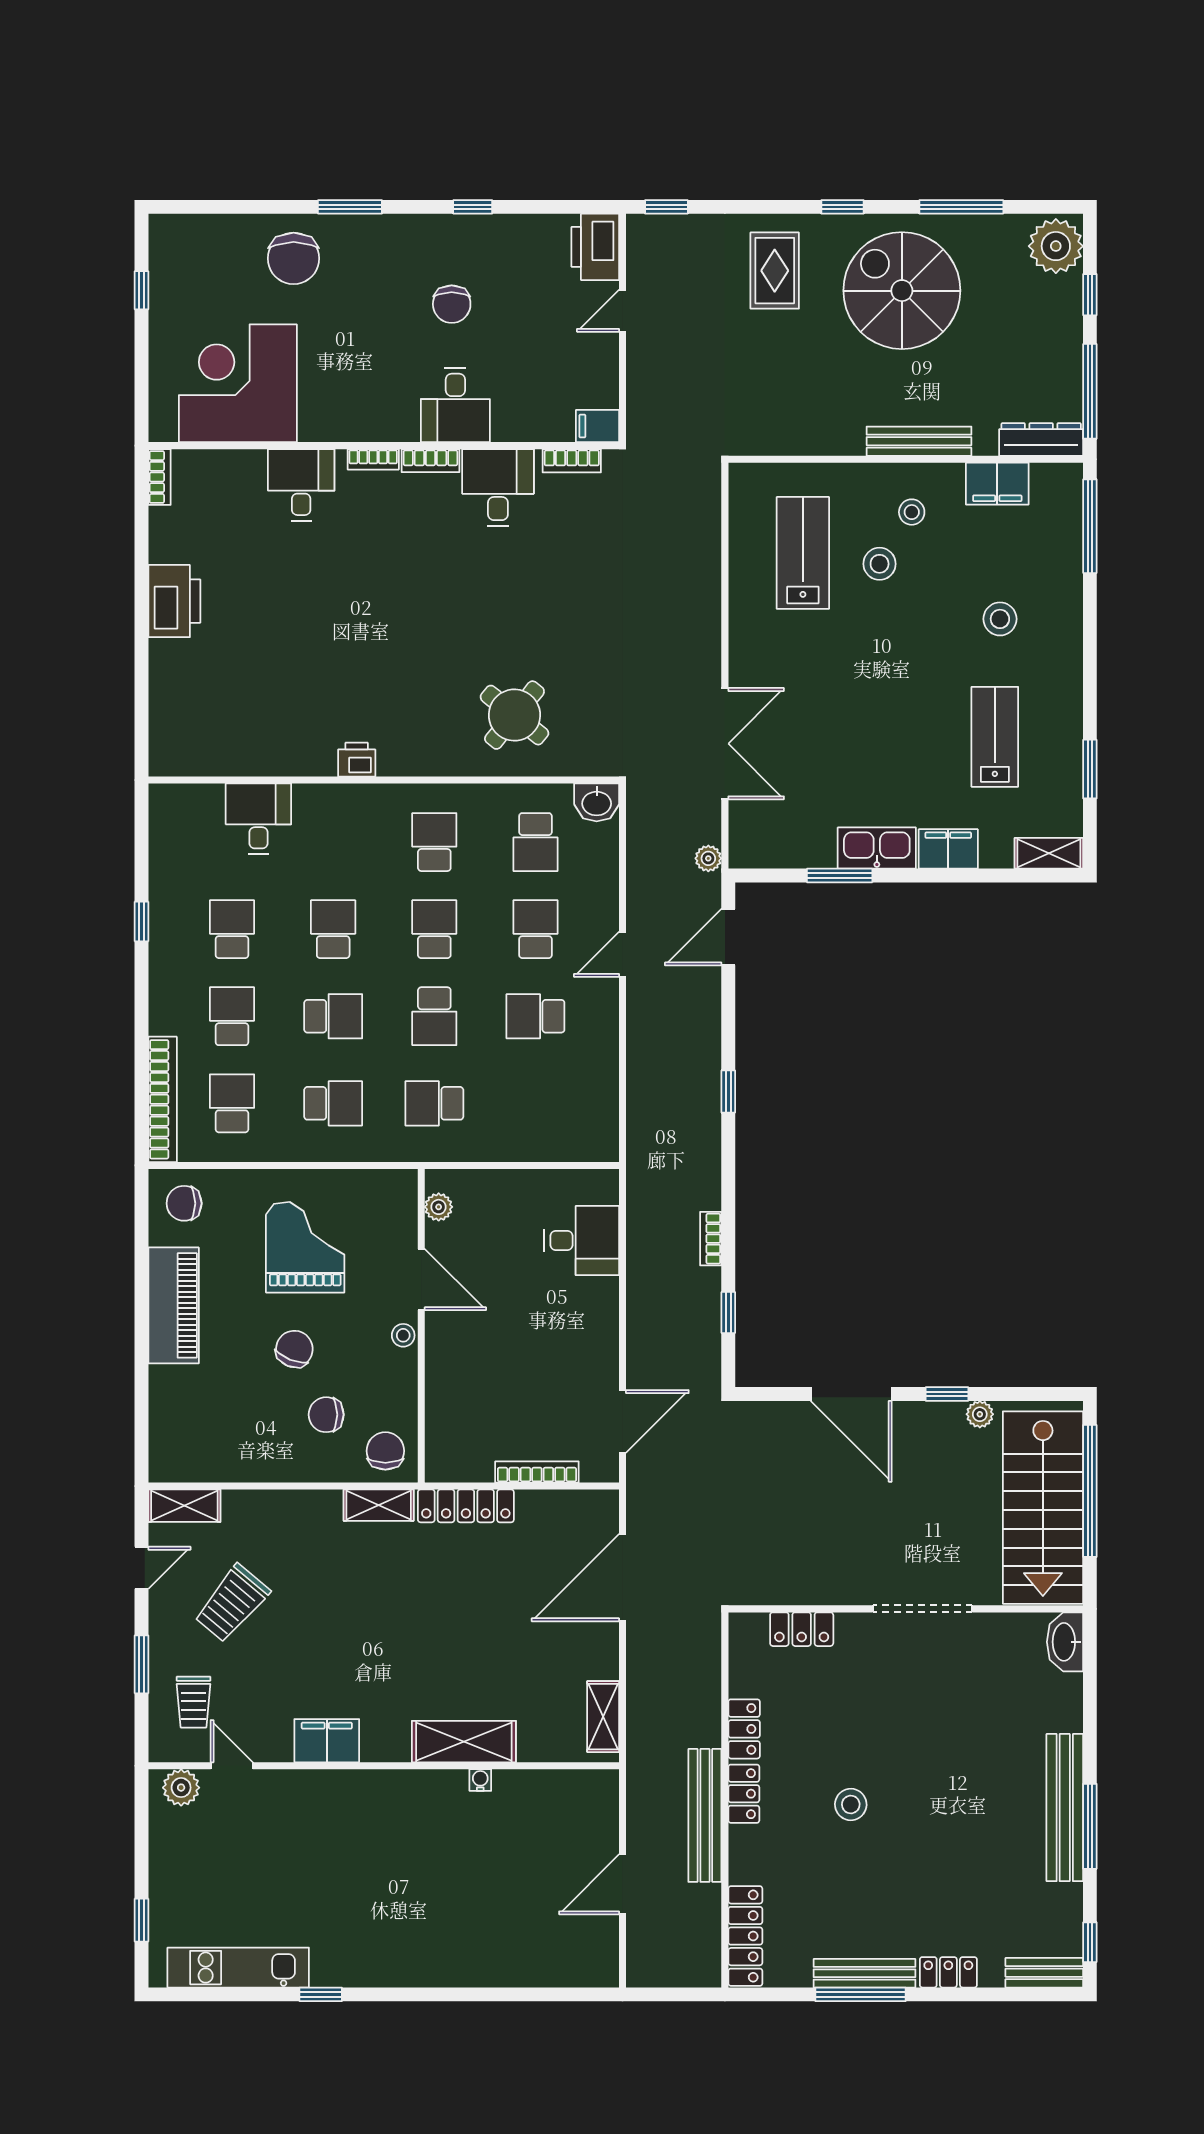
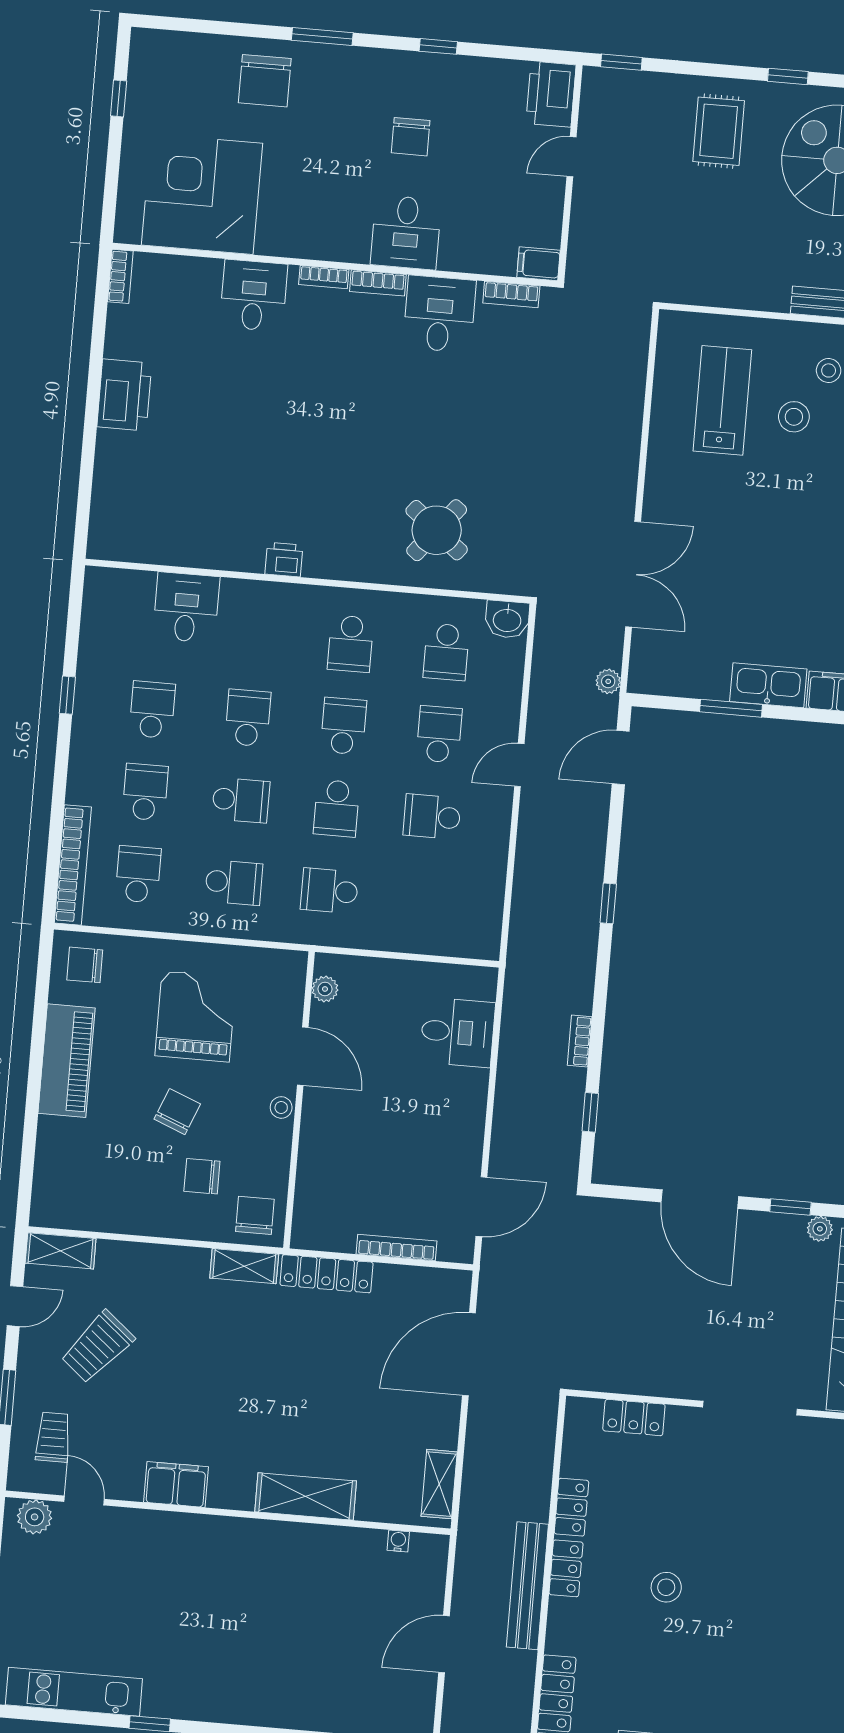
school desk: (434, 842) -> (351, 644), turned 180
trolley: (194, 1702) -> (53, 1437), turned 180
water cooler: (480, 1780) -> (398, 1541), moved

